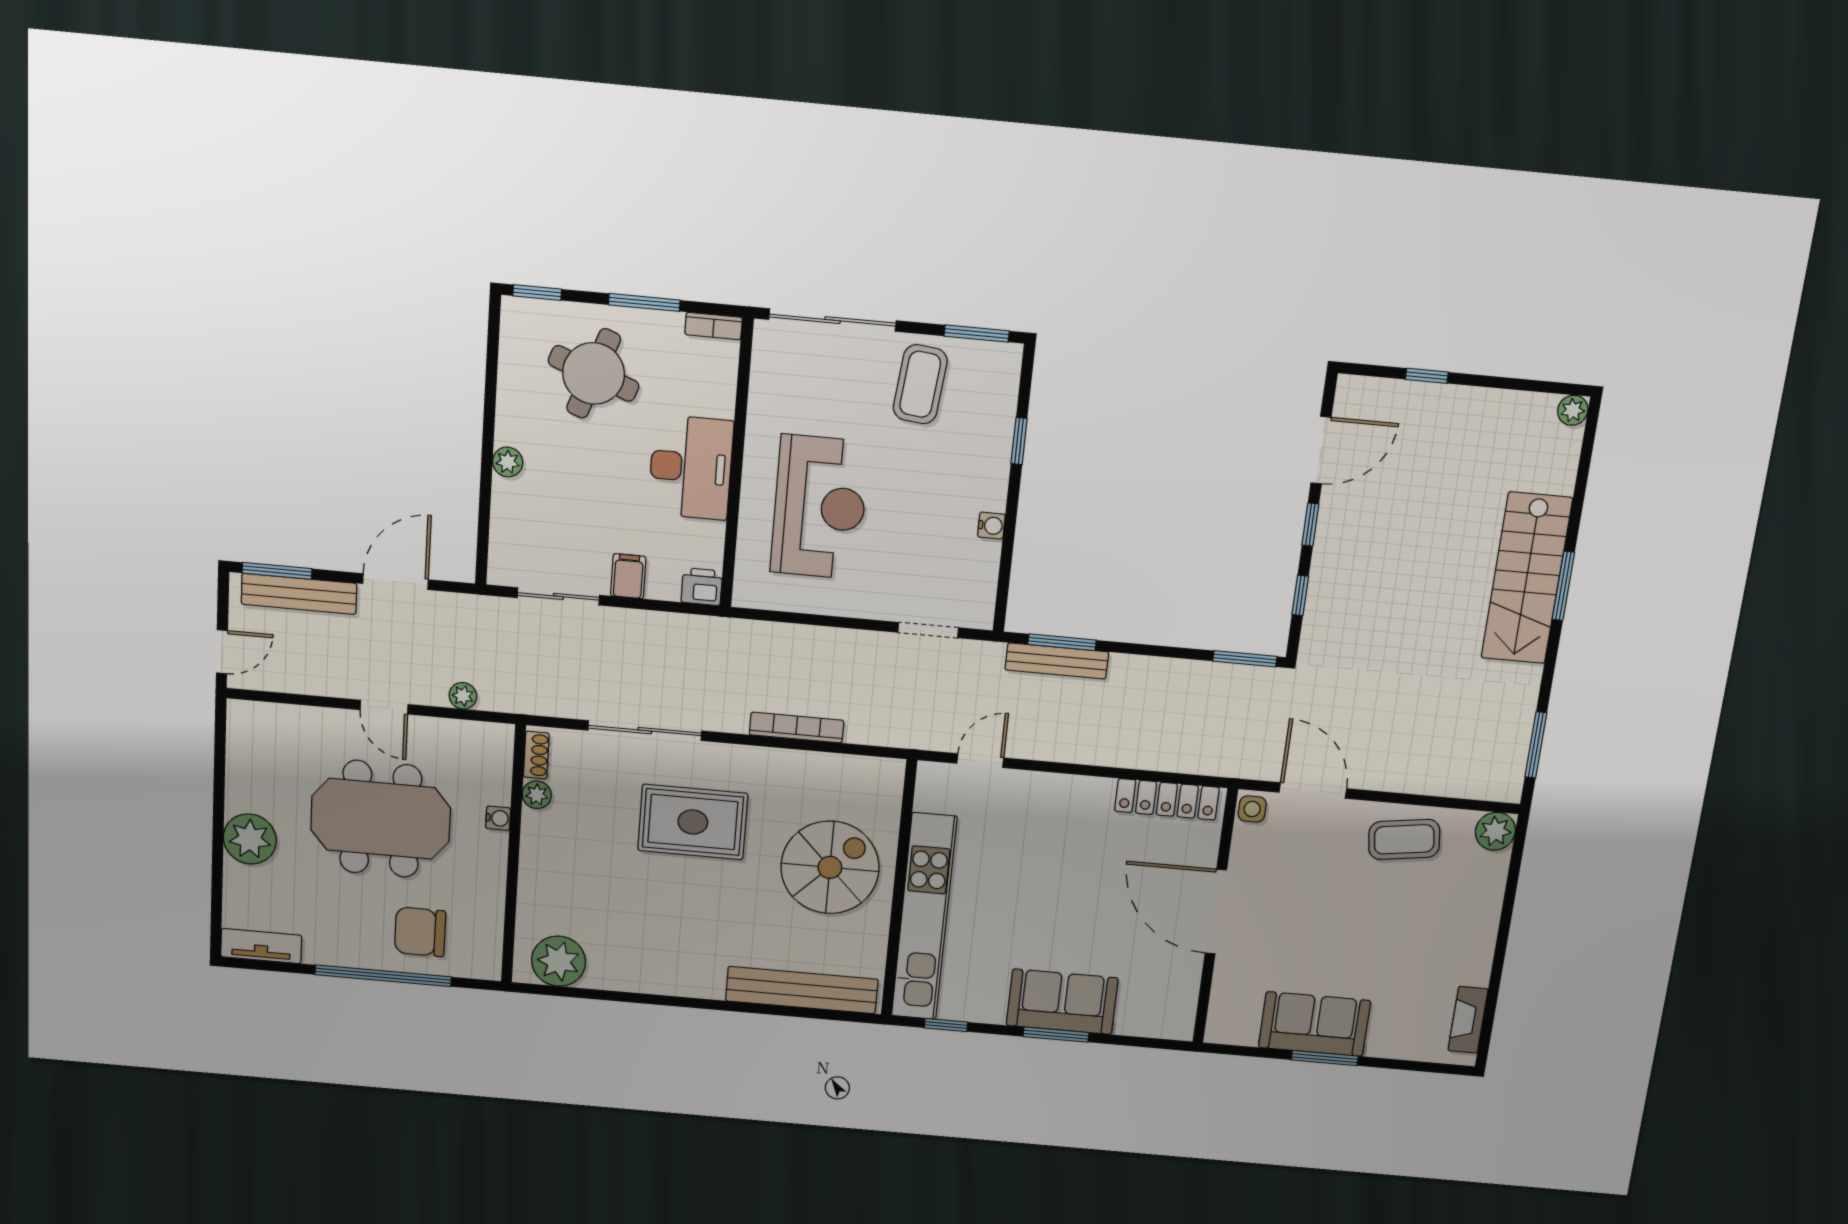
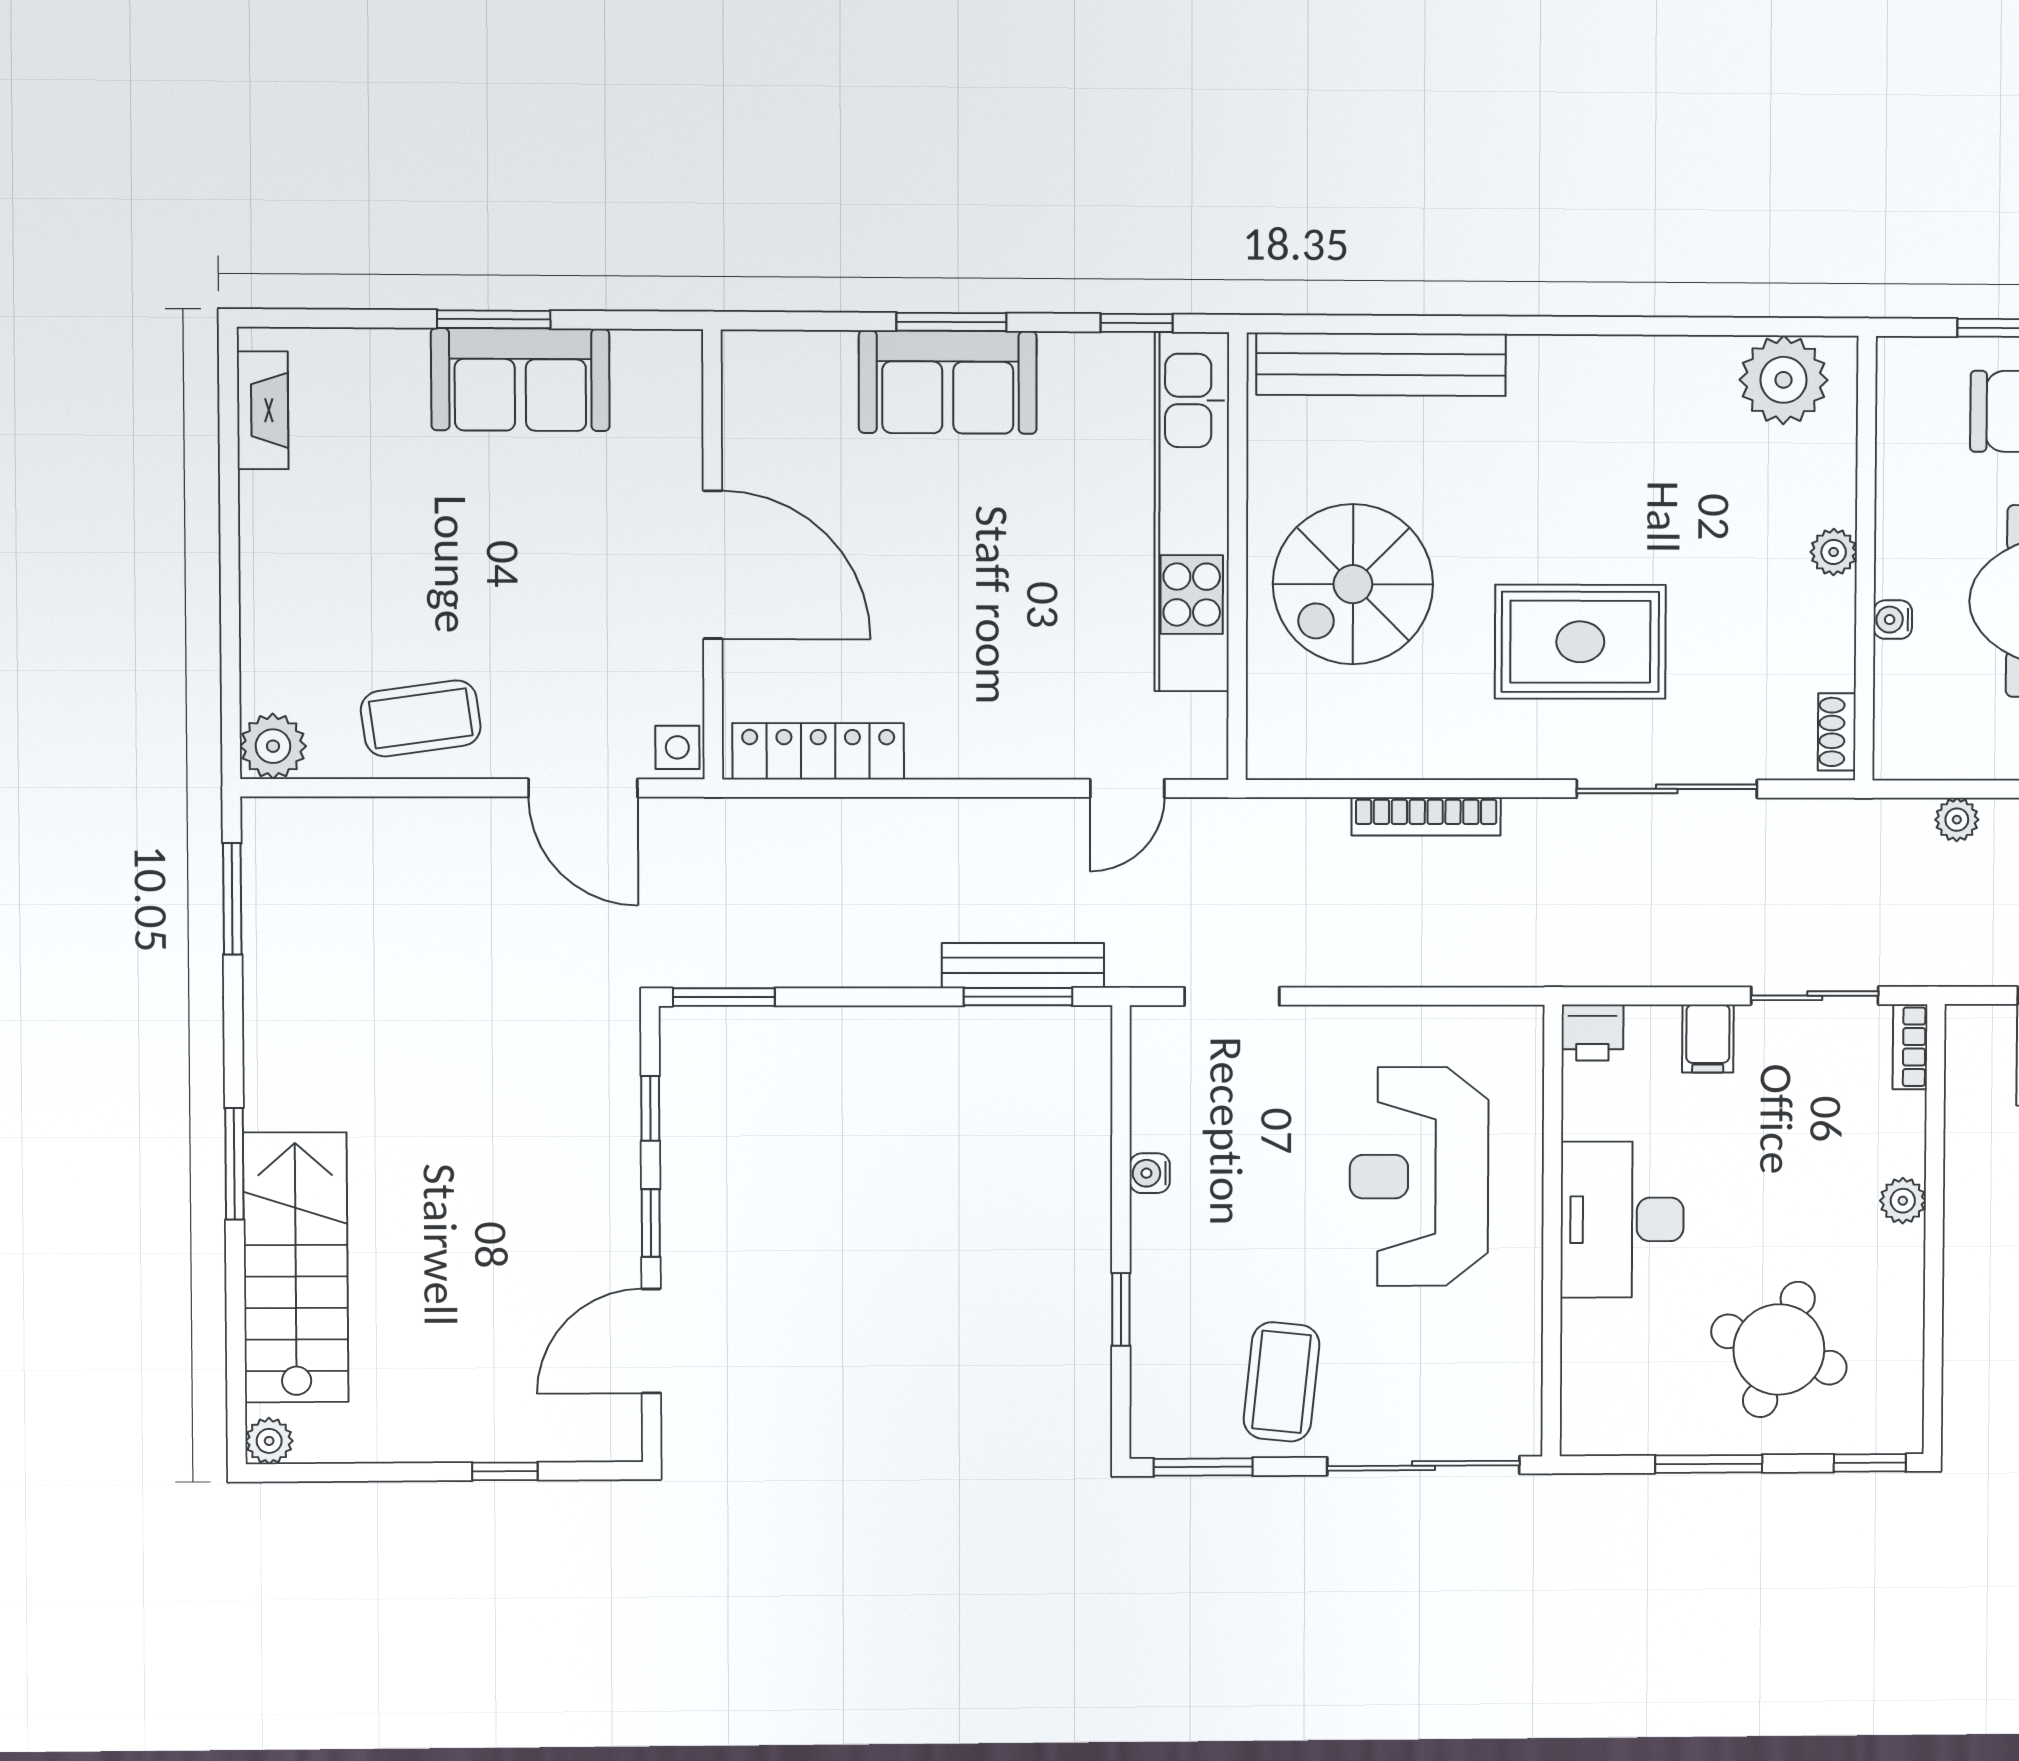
bookcase: (714, 326) -> (1910, 1047), moved, turned -90
stairs: (1527, 578) -> (296, 1267), moved
plant: (537, 795) -> (1834, 552), moved

